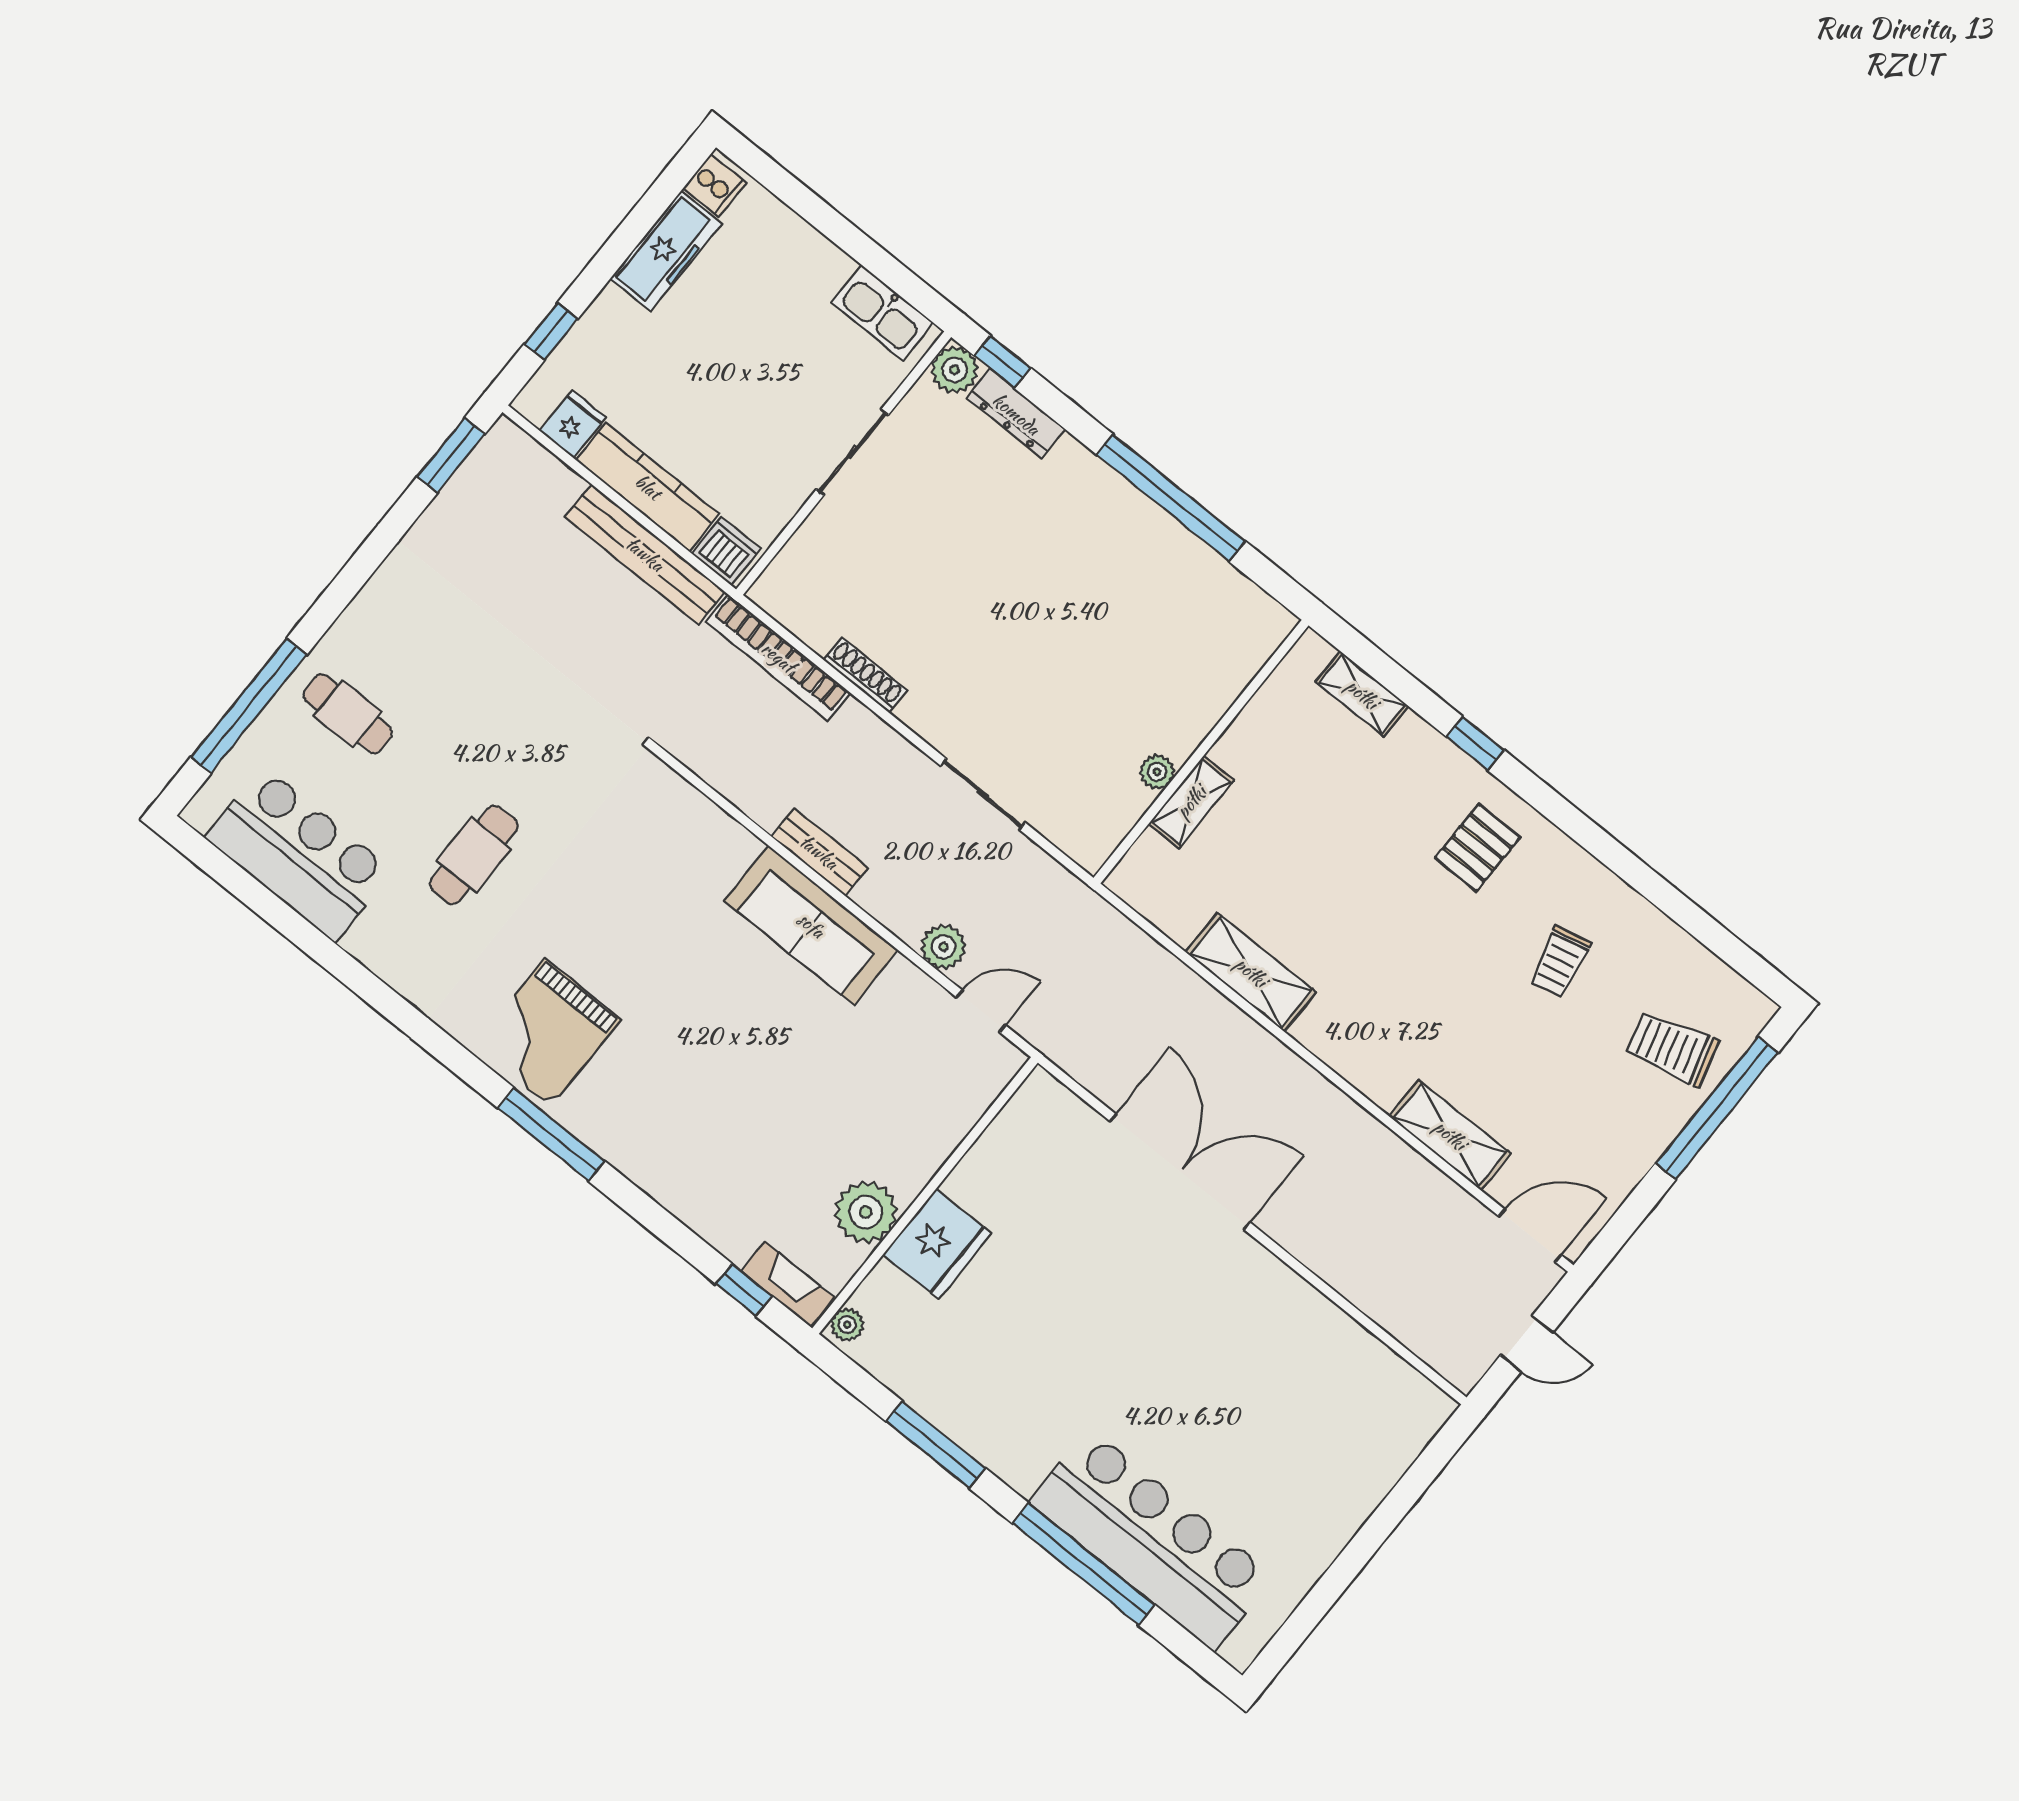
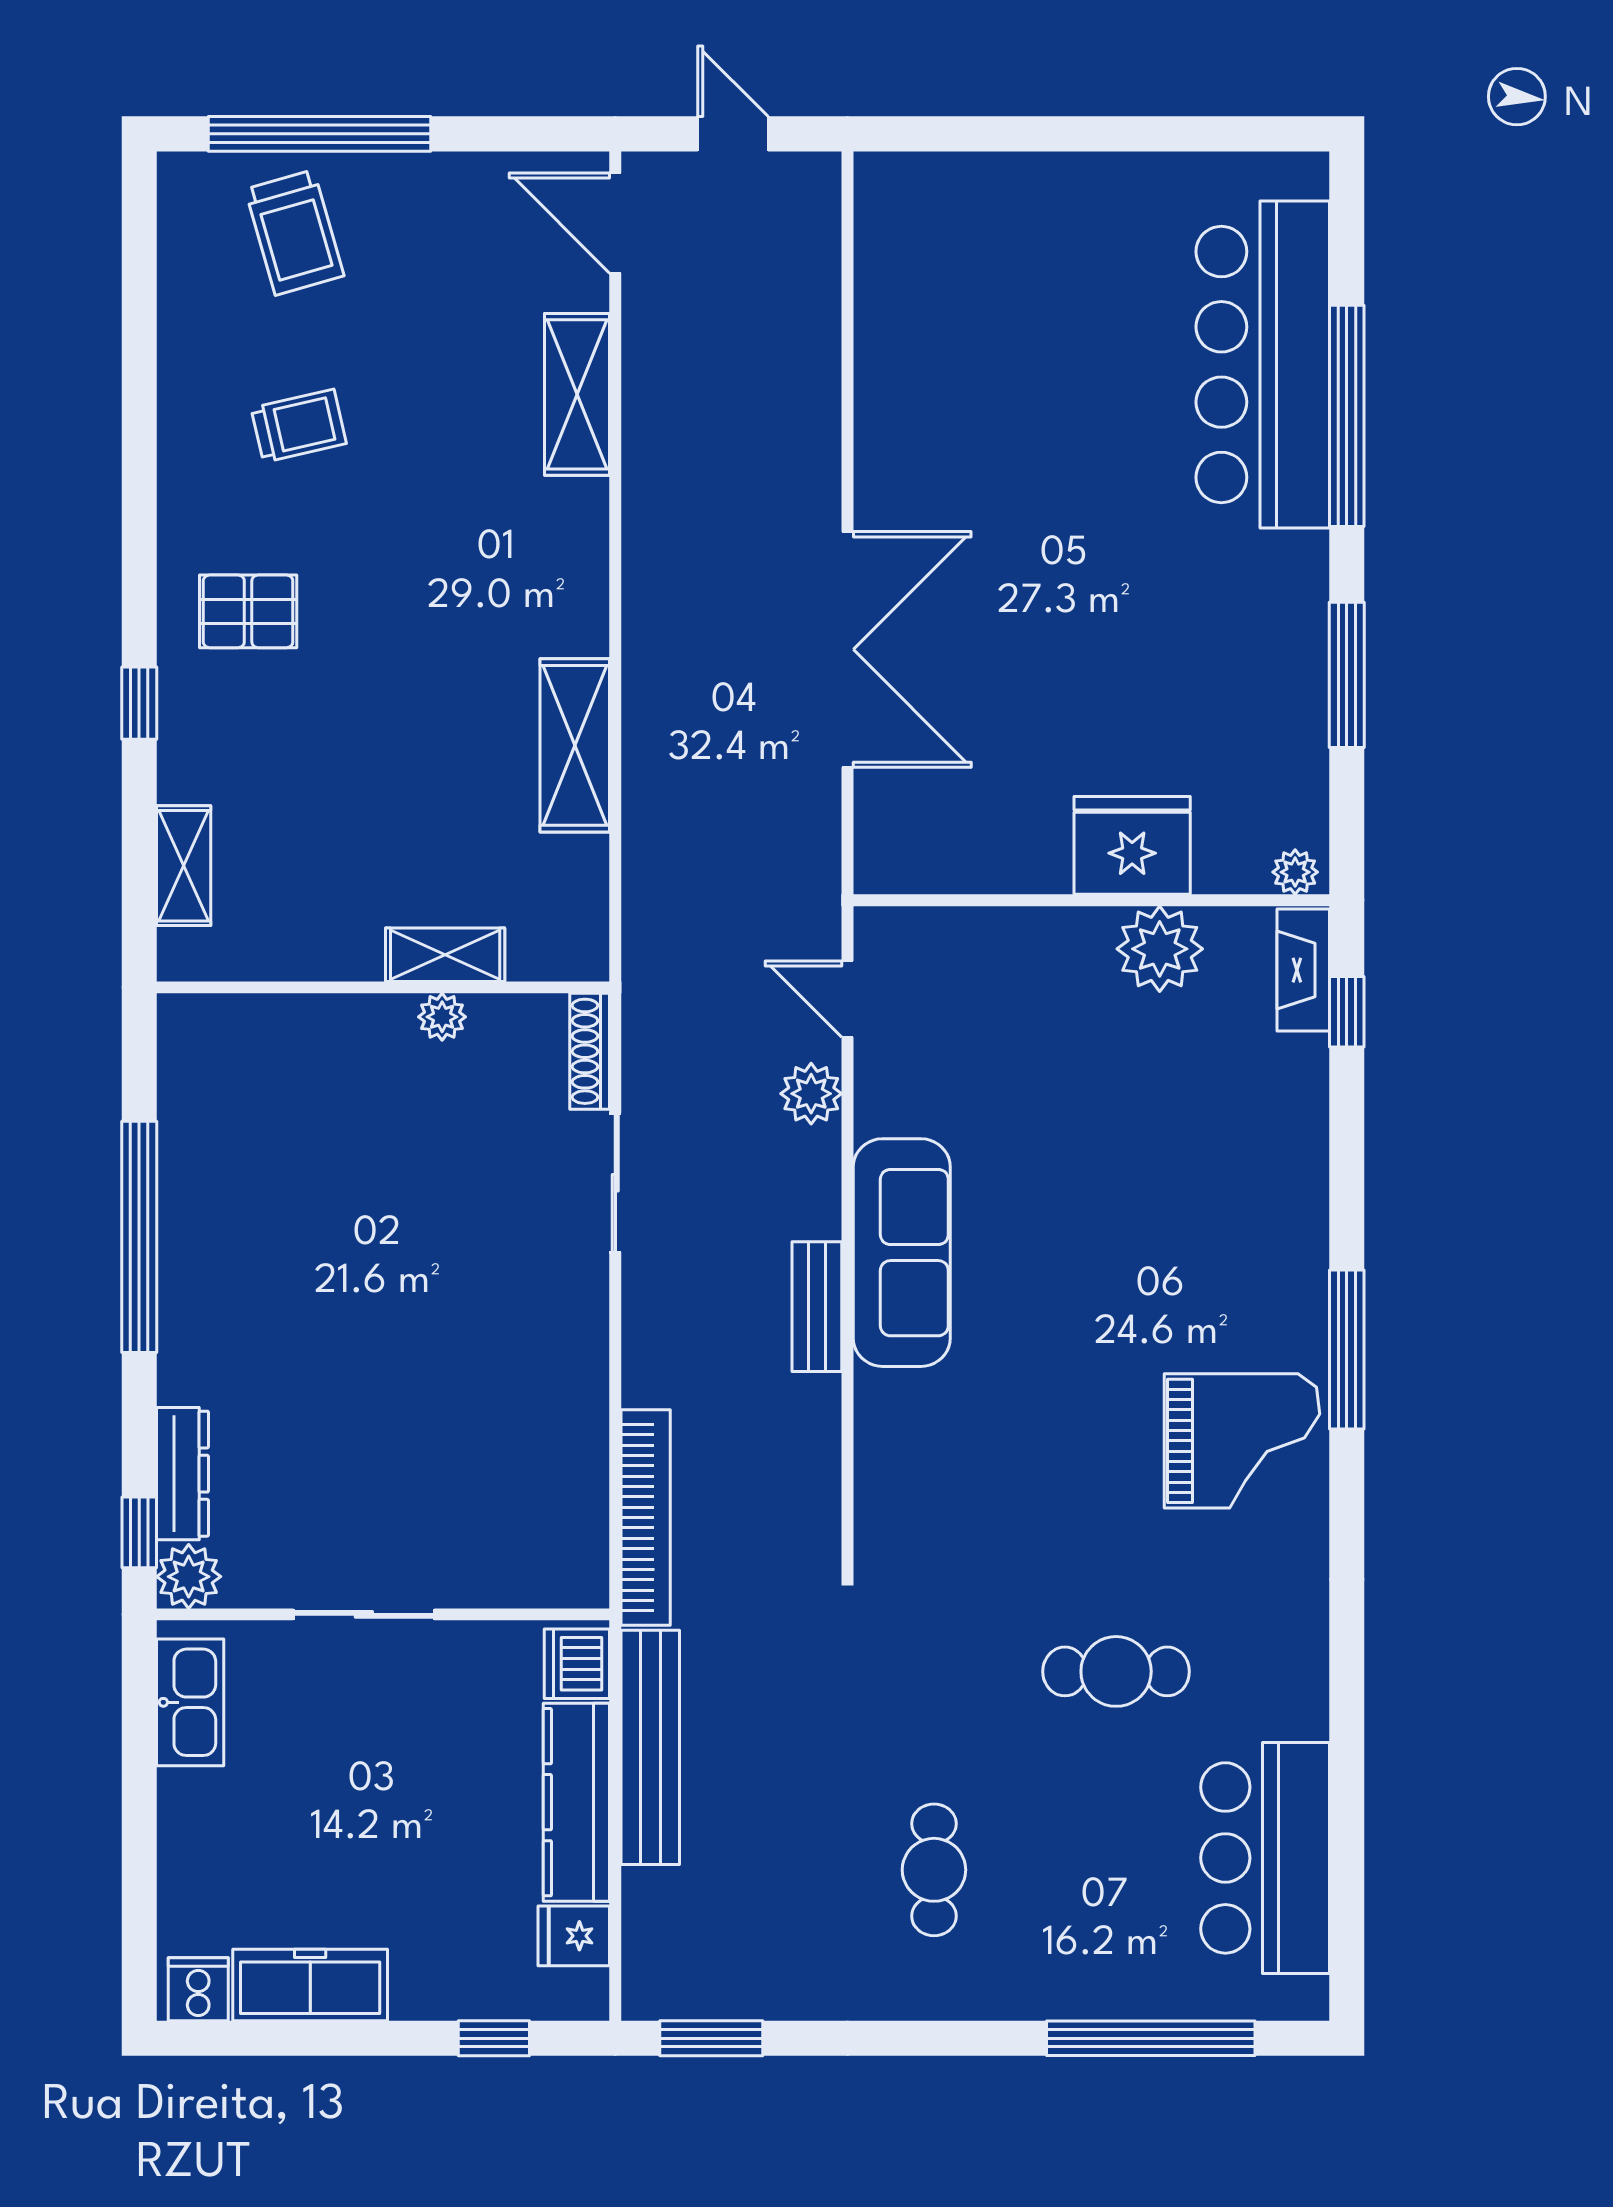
shoe rack: (865, 675) -> (590, 1051), moved
cafe table: (348, 714) -> (934, 1870), moved
double door: (1180, 1172) -> (848, 649), swing flipped

